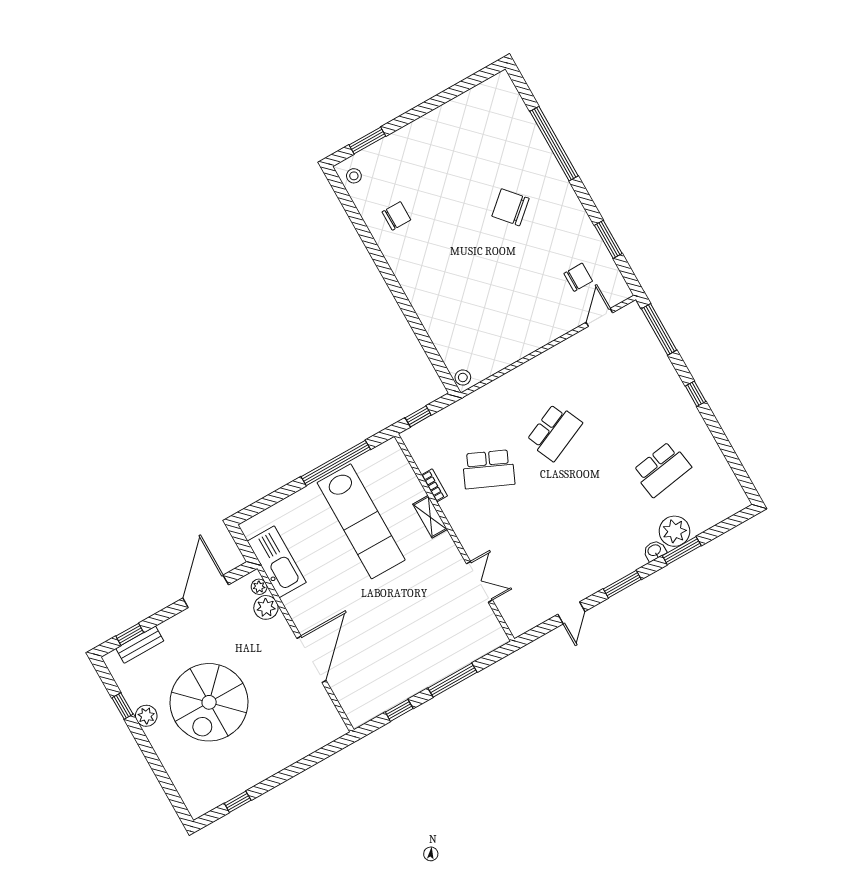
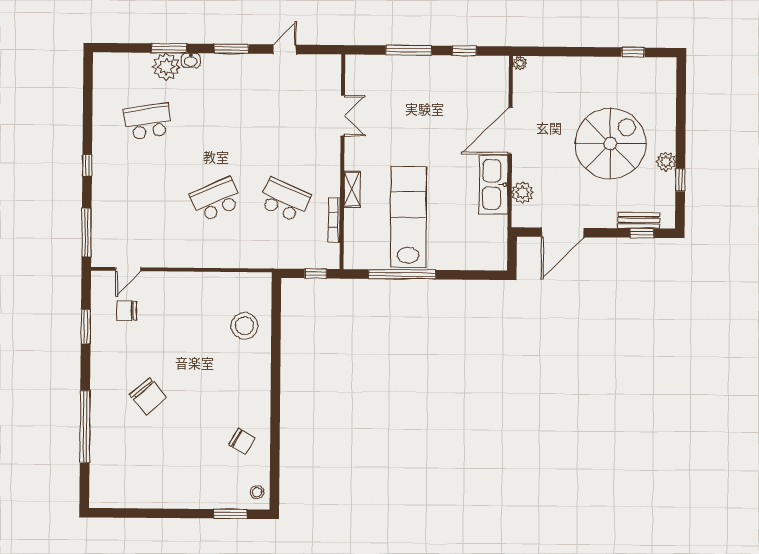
chair: (396, 216) -> (242, 441), turned -150
stool: (463, 377) -> (244, 326), moved, width x1.89, depth x1.89
bookcase: (434, 485) -> (334, 220), width x1.56
kitchen sink: (277, 562) -> (494, 184), moved
double door: (479, 582) -> (343, 116), swing flipped
plant: (259, 587) -> (520, 63), moved

